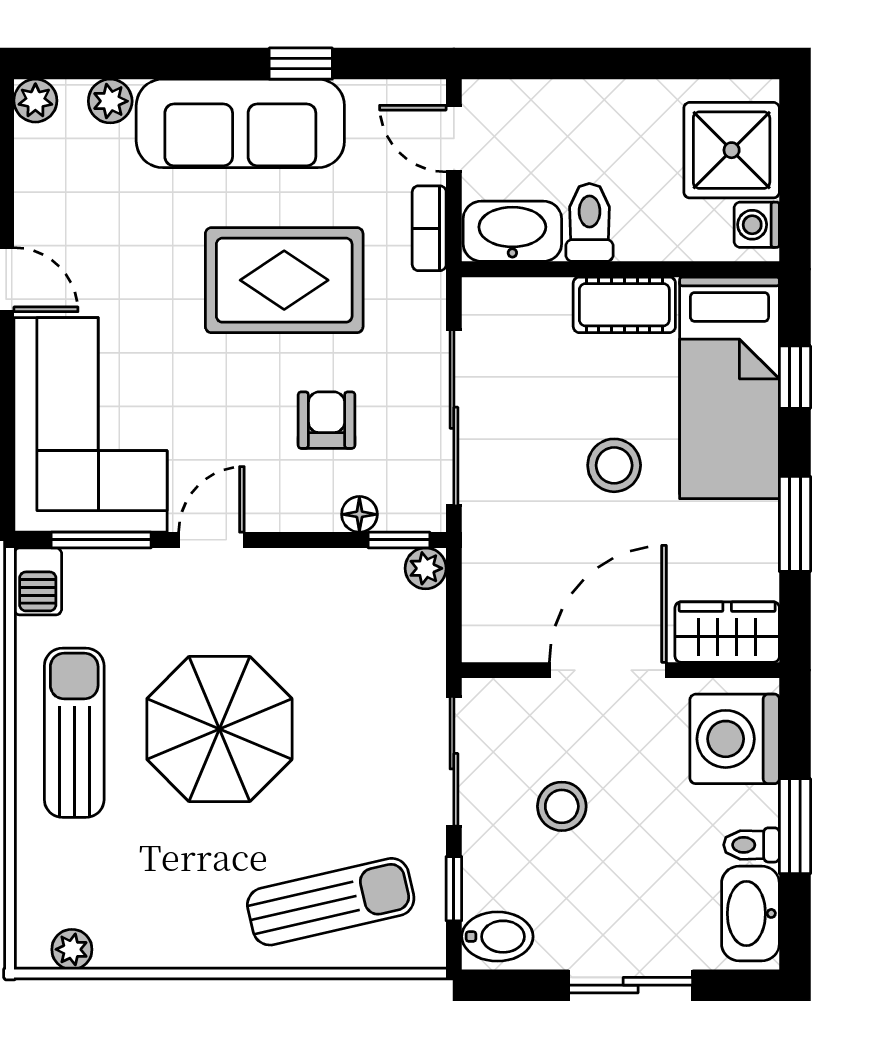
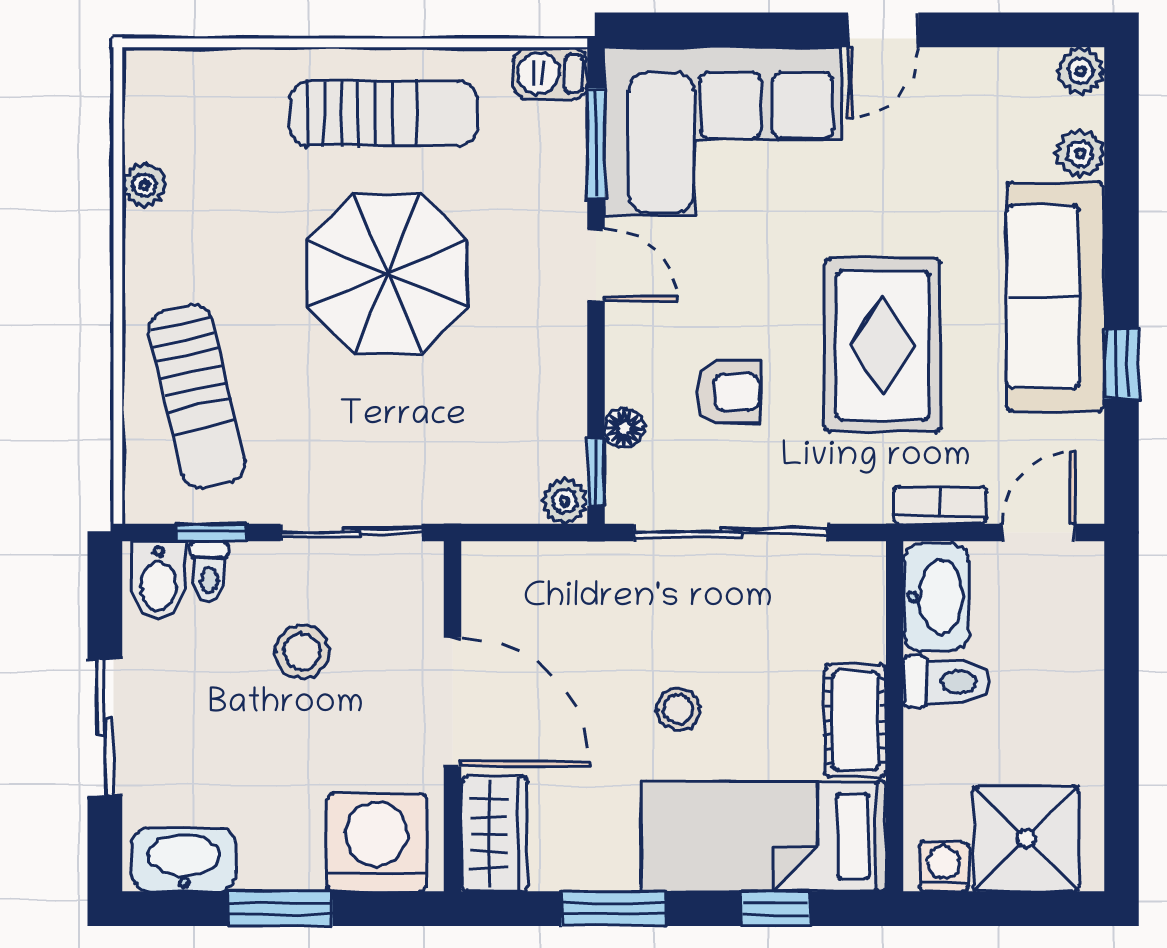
stool: (614, 465) -> (678, 709), width x0.73, depth x0.73
toilet: (751, 845) -> (209, 572), moved, turned 180
plant: (72, 949) -> (144, 185), moved

